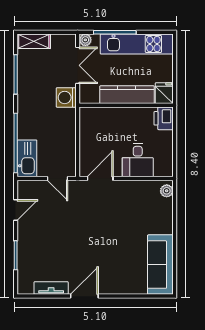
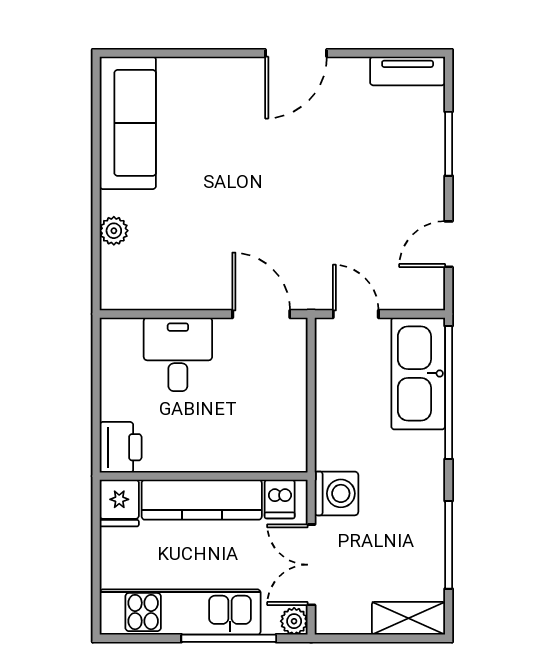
dishwasher: (92, 95) -> (280, 499), added
kitchen sink: (27, 158) -> (418, 373), width x1.36, depth x1.24
door: (100, 178) -> (261, 314), swing flipped
plant: (167, 191) -> (114, 231), moved
tv unit: (51, 288) -> (408, 71), moved

